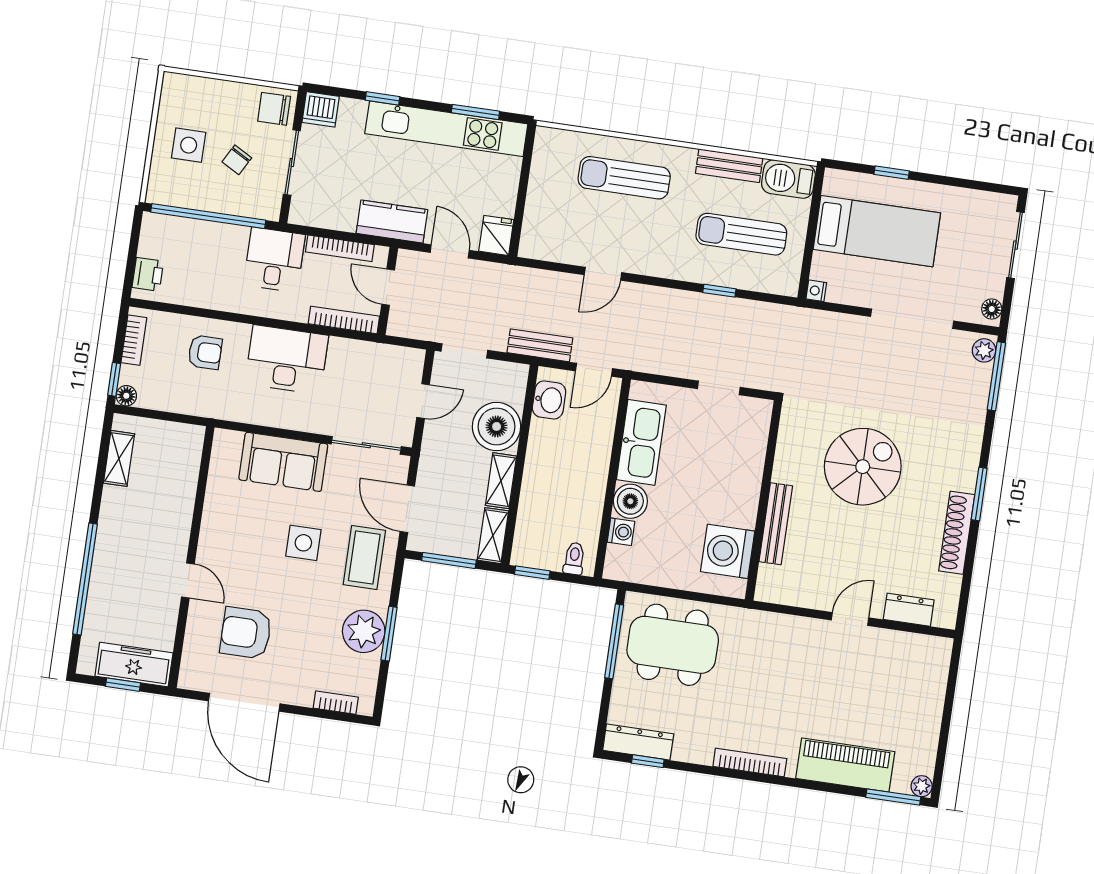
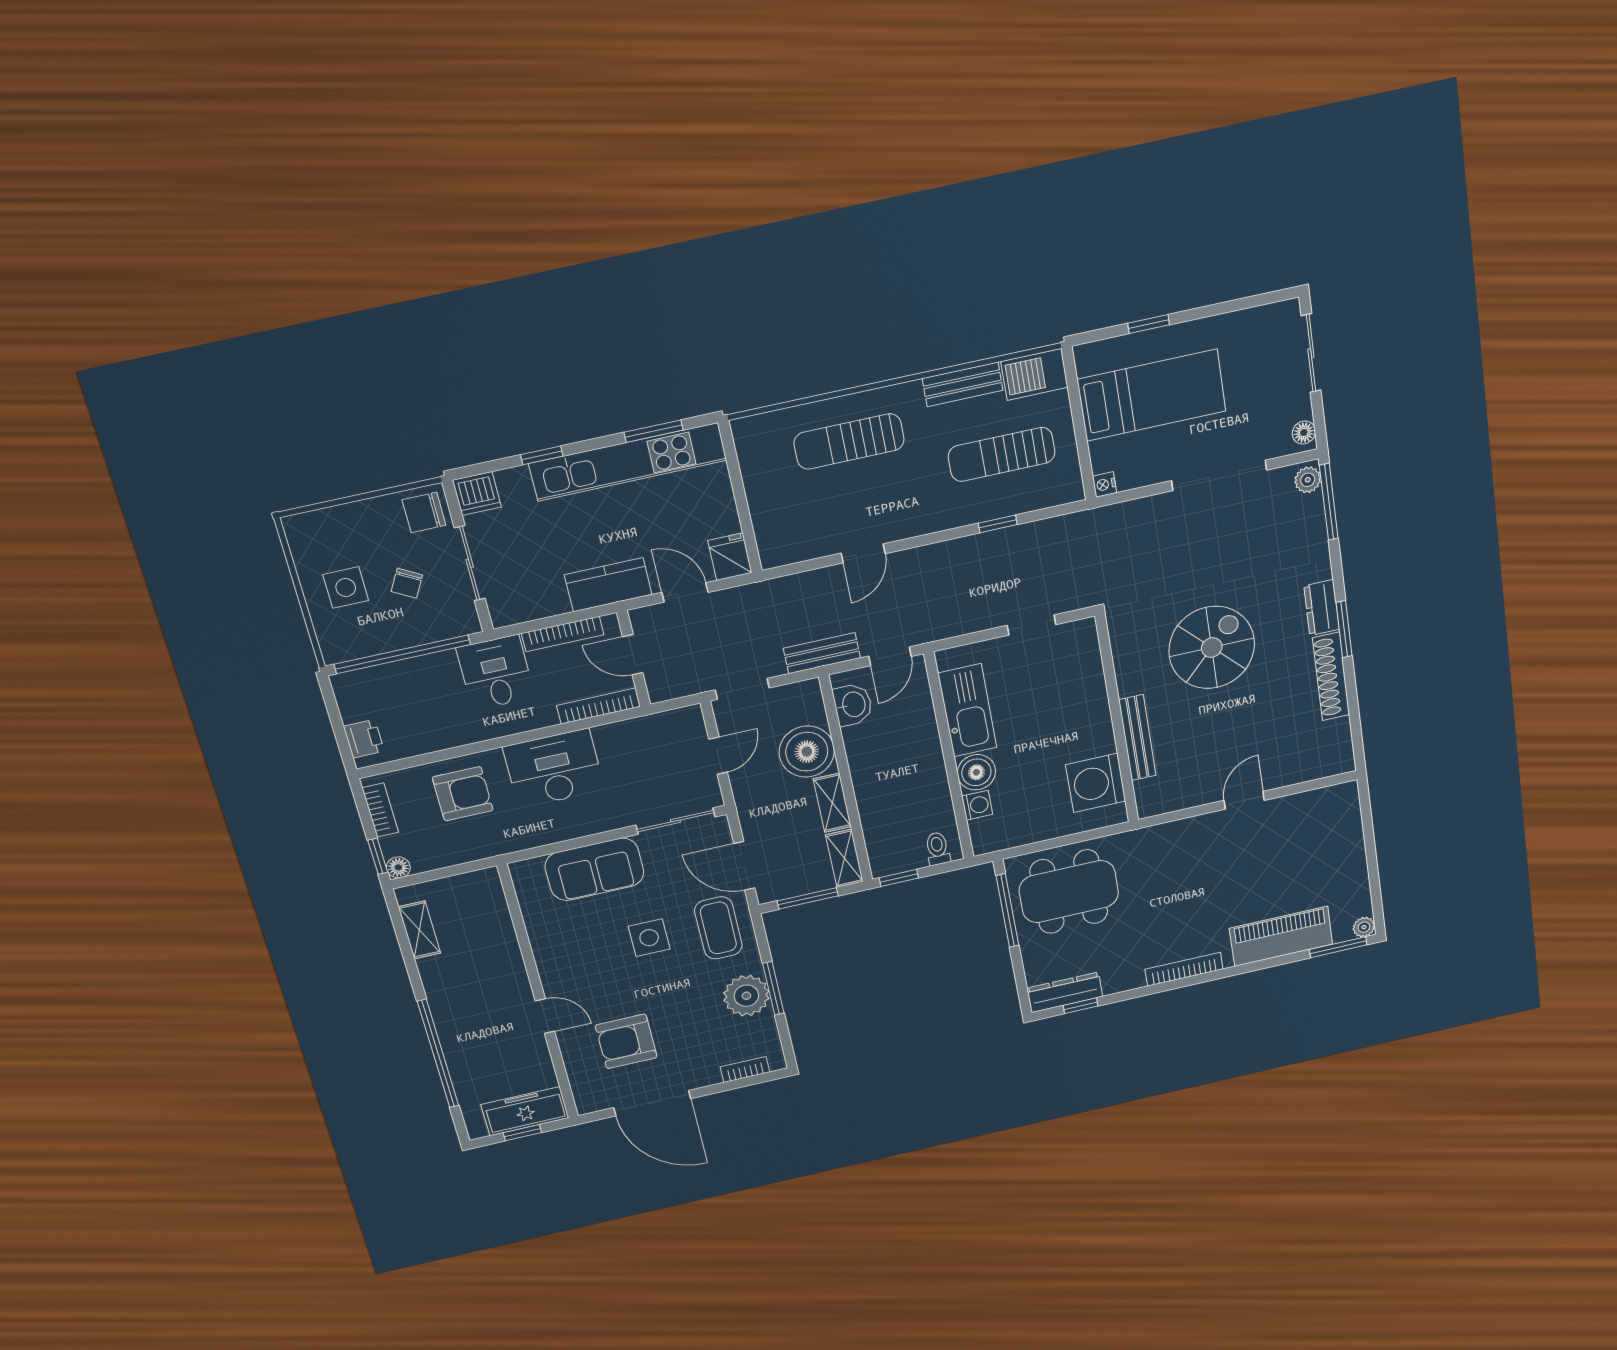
armchair: (205, 352) -> (463, 794), width x1.38, depth x1.38
dresser: (909, 610) -> (1322, 608), moved, turned -90

